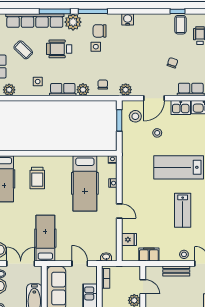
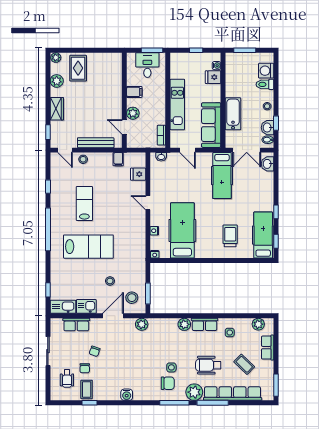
water cooler: (128, 19) -> (127, 395), moved
wheelchair: (59, 49) -> (208, 365), turned 180
chair: (103, 85) -> (85, 368), moved
filing cabinet: (149, 254) -> (118, 159), width x0.50
bench: (176, 271) -> (96, 143), width x1.36

